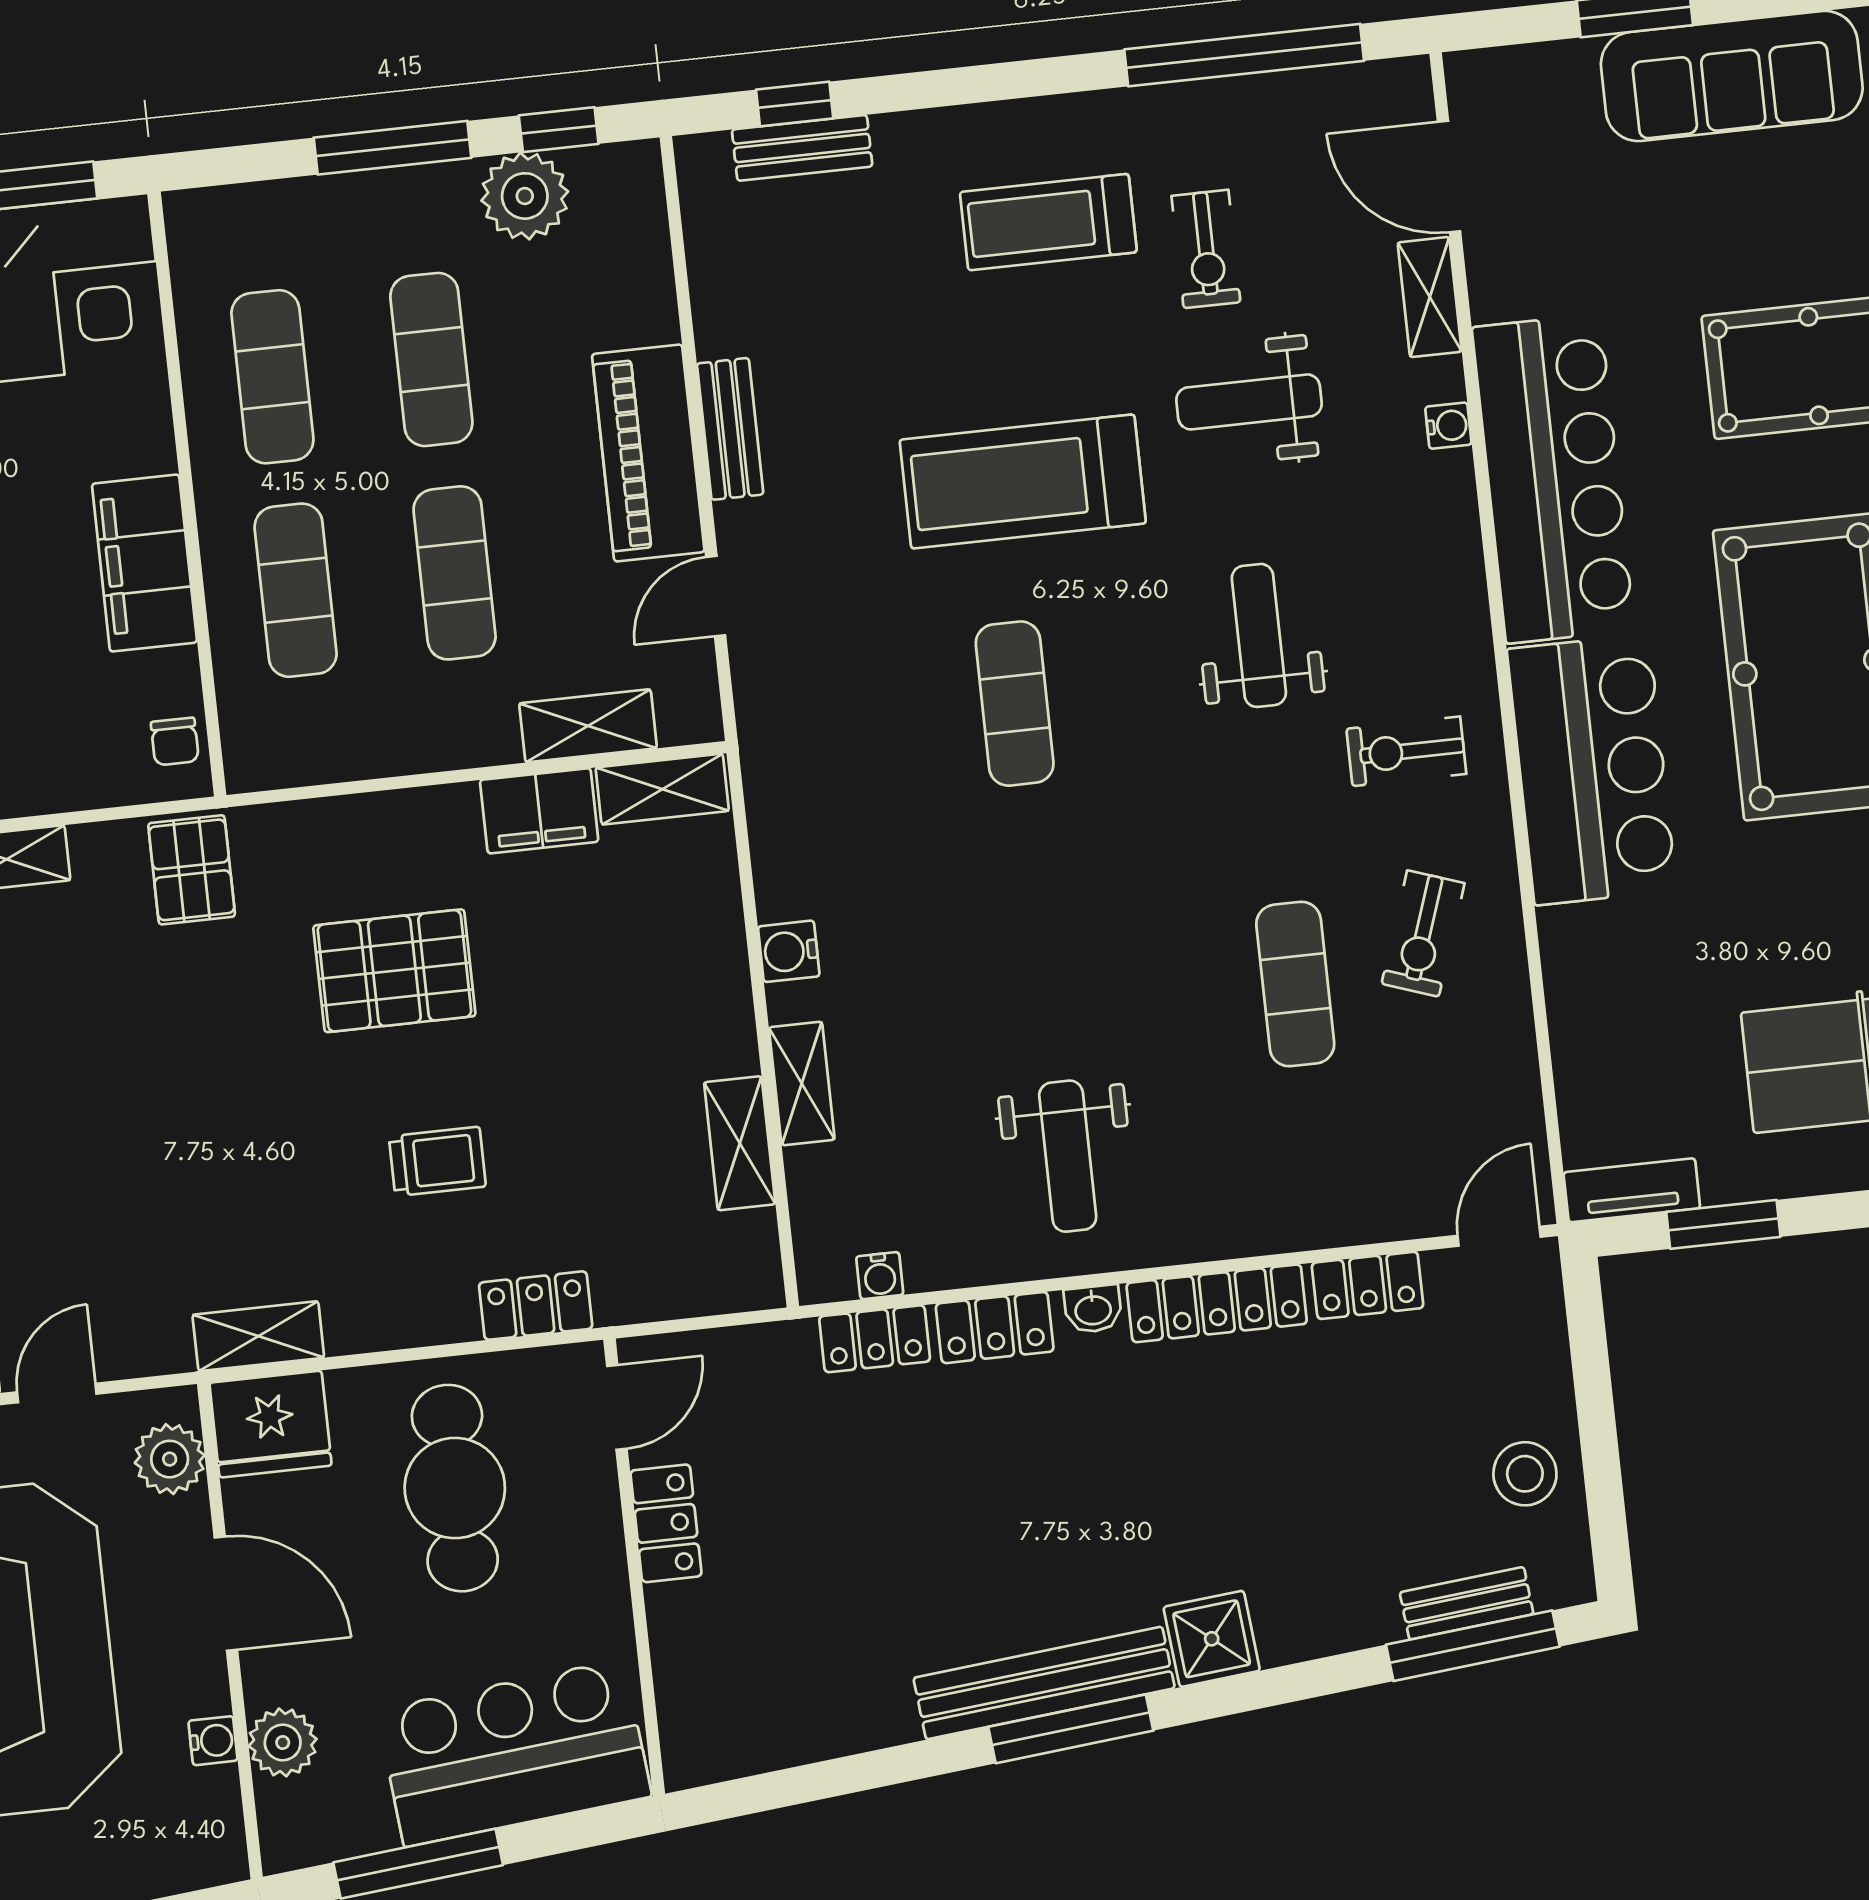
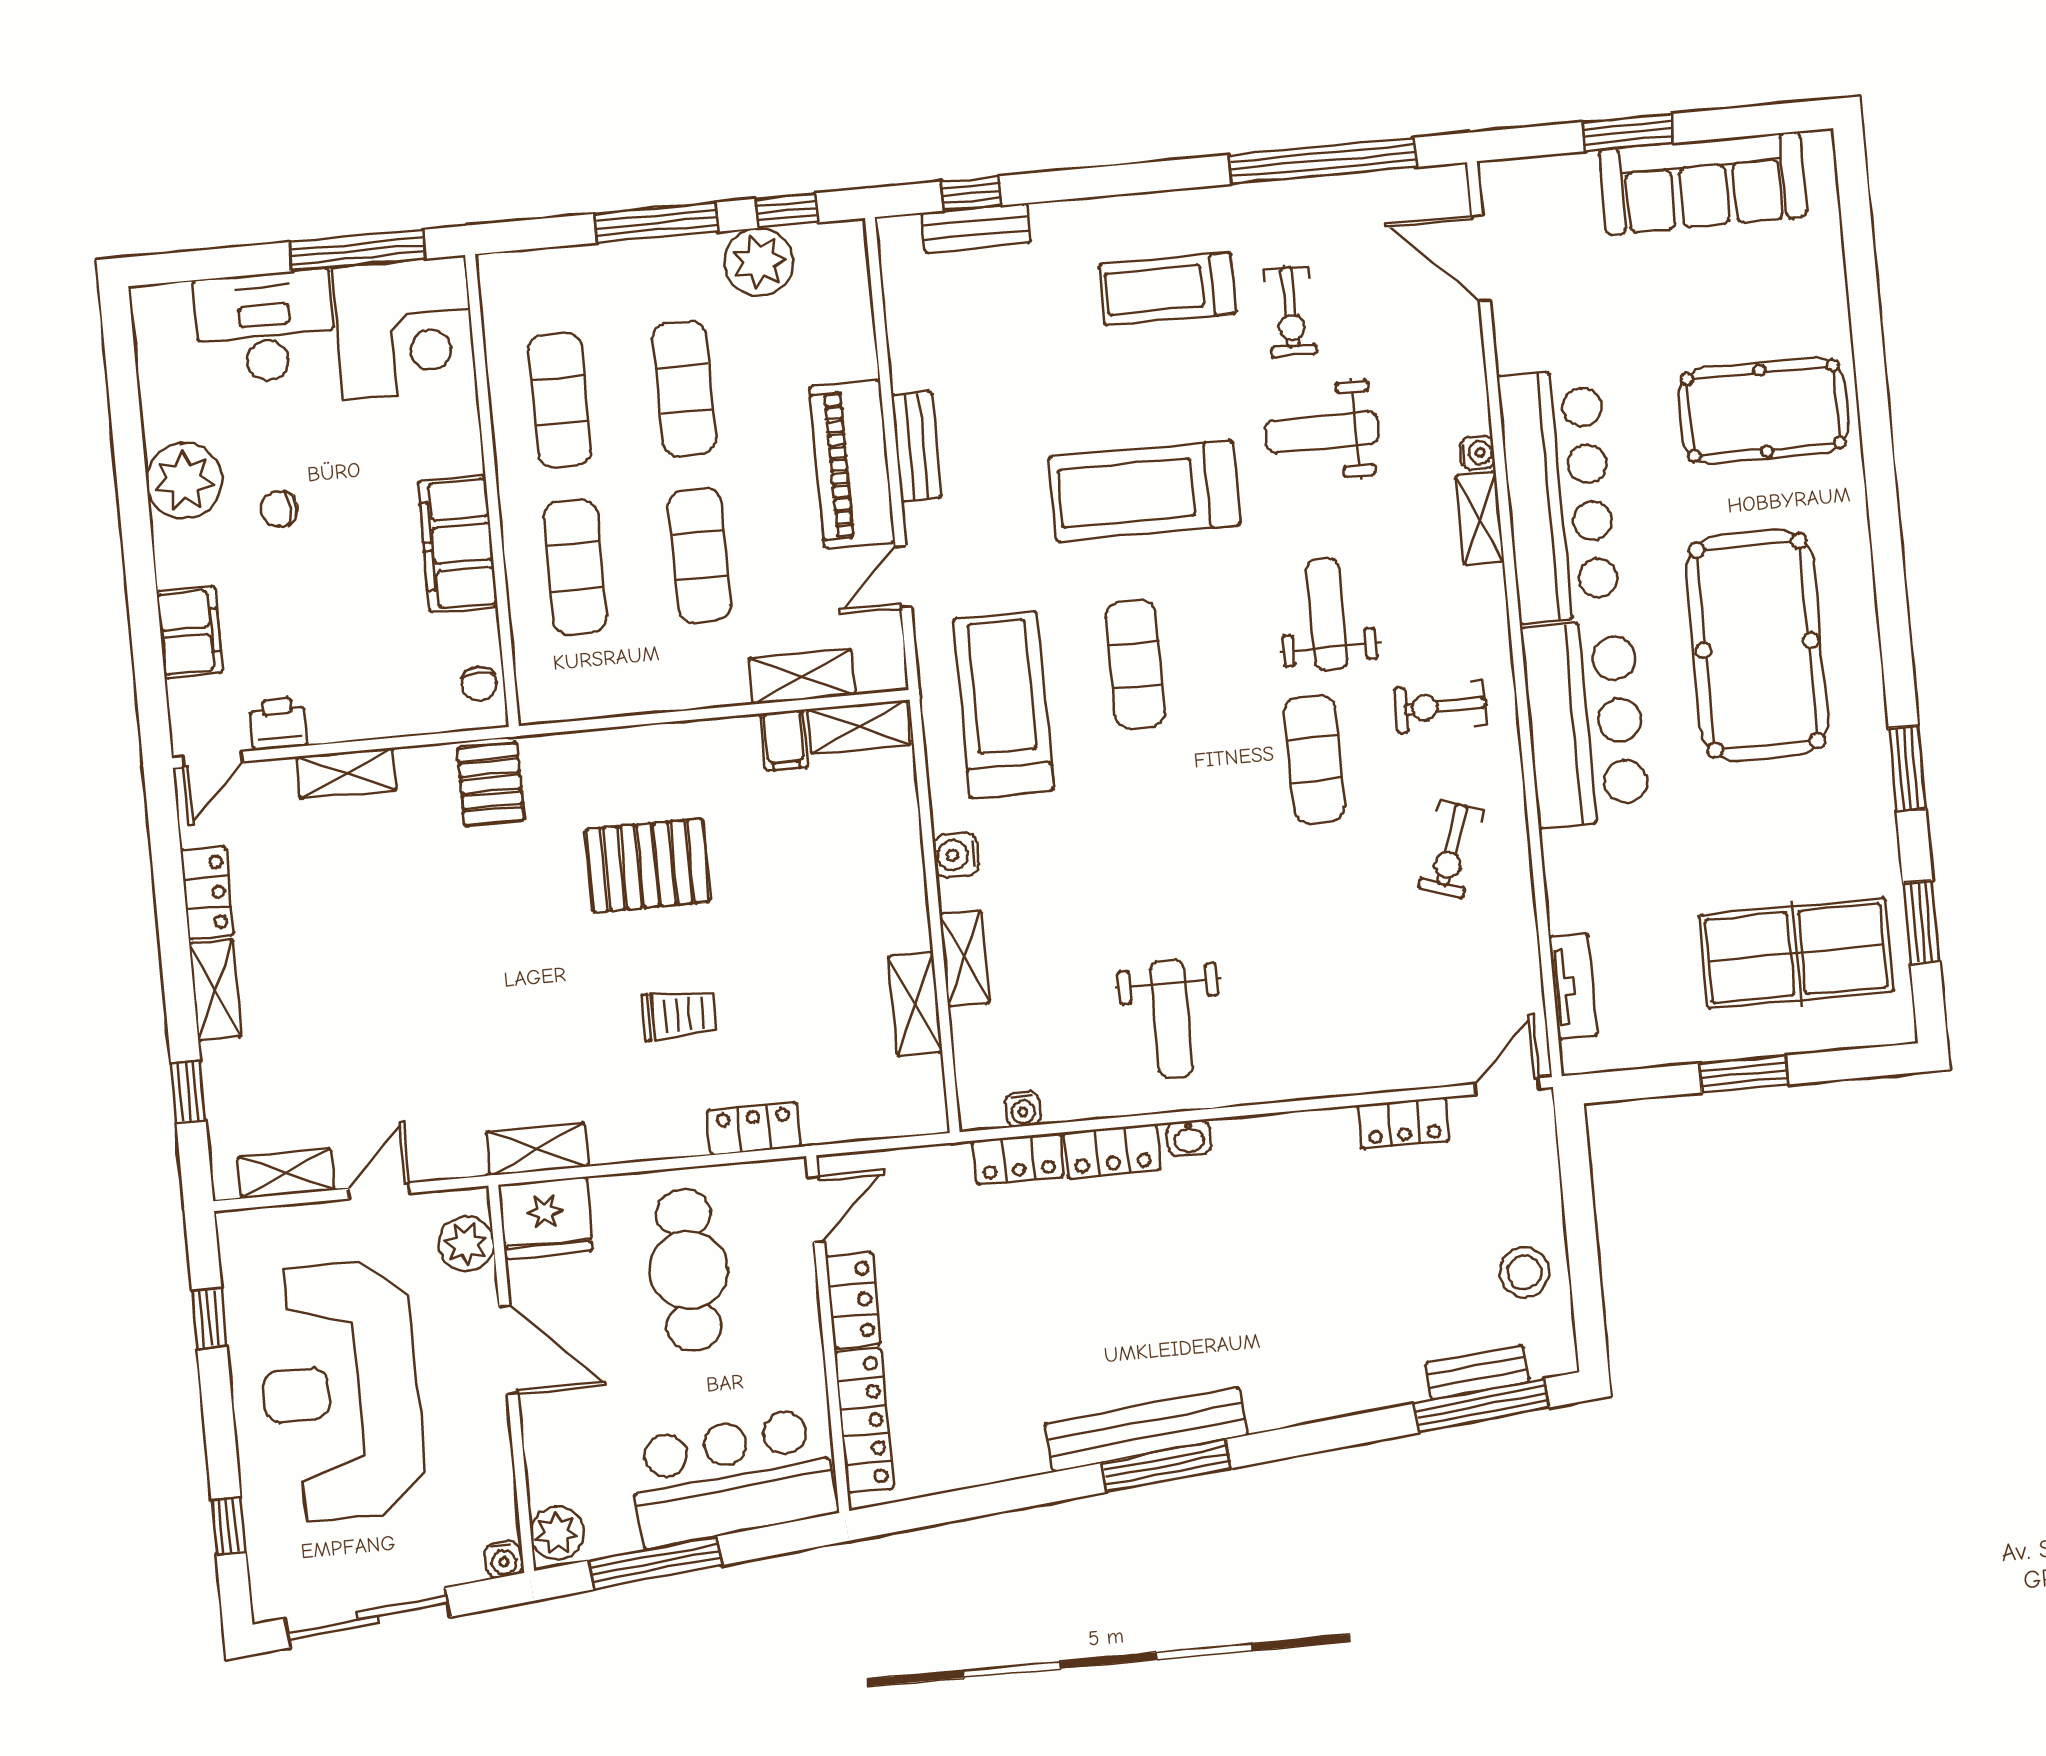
shelving: (1430, 297) -> (1480, 518), moved
treadmill: (847, 758) -> (1004, 705), added
filing cabinet: (539, 811) -> (784, 740), width x0.50
exercise mat: (1295, 984) -> (1314, 759), moved
tv unit: (1632, 1190) -> (1573, 986), moved, turned 90
window: (1723, 1224) -> (1744, 1074), moved
locker: (1217, 1303) -> (864, 1421), moved, turned -90
shower: (1212, 1639) -> (1278, 1397), removed
water cooler: (213, 1741) -> (503, 1559), moved, turned 85
plant: (283, 1742) -> (557, 1533), moved

